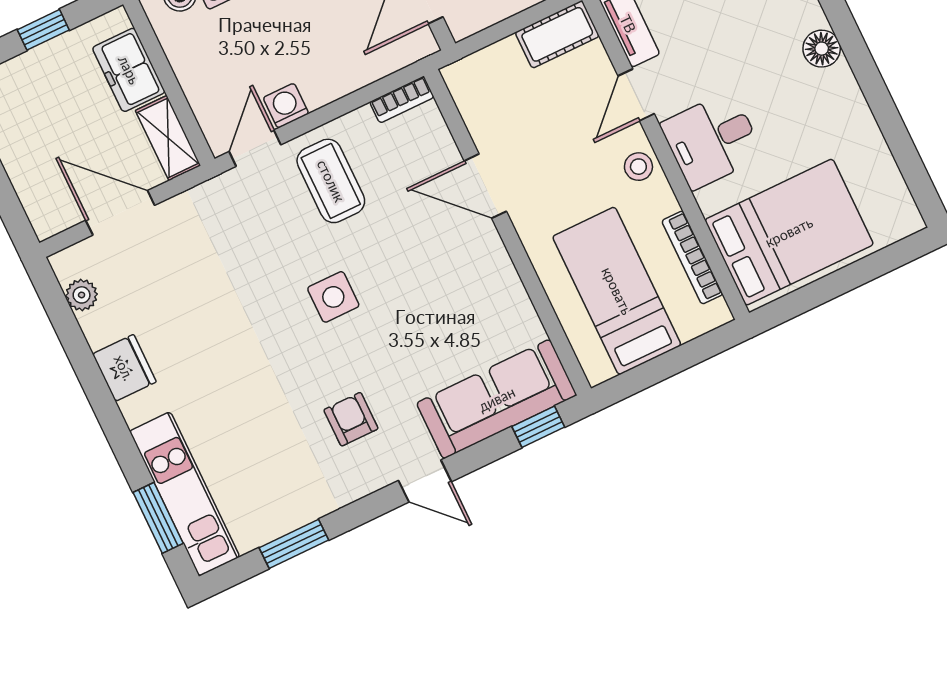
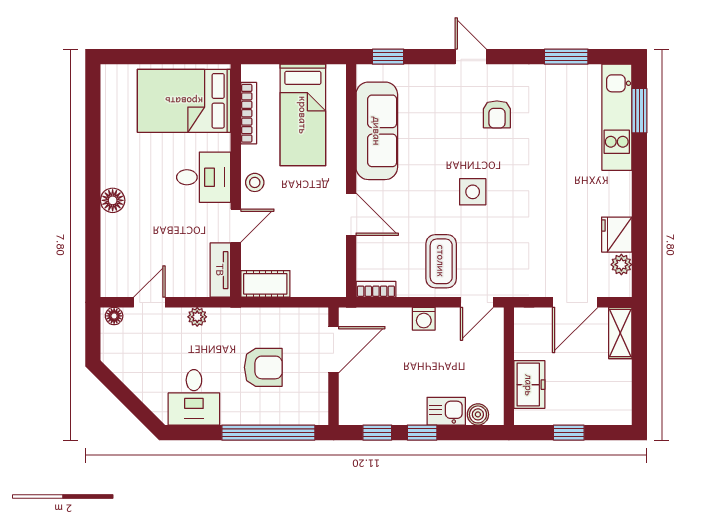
washing machine: (286, 106) -> (424, 319), moved
shelving: (168, 138) -> (620, 333), moved
door: (120, 213) -> (575, 302), hinge flipped
fridge: (124, 368) -> (617, 235), moved
sofa: (497, 399) -> (377, 131), moved, turned -90

